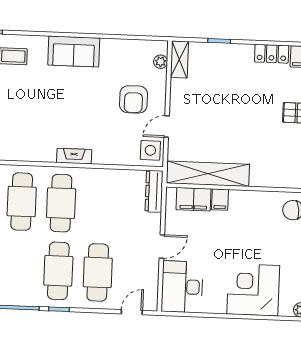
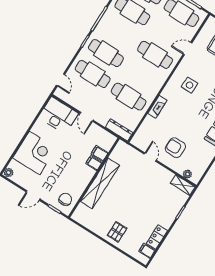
side table: (150, 150) -> (190, 85), moved
fireplace: (74, 156) -> (157, 107), moved
shelving: (208, 174) -> (100, 183), moved
filing cabinet: (194, 199) -> (100, 153), width x0.50
cafe table: (61, 203) -> (129, 97), moved

